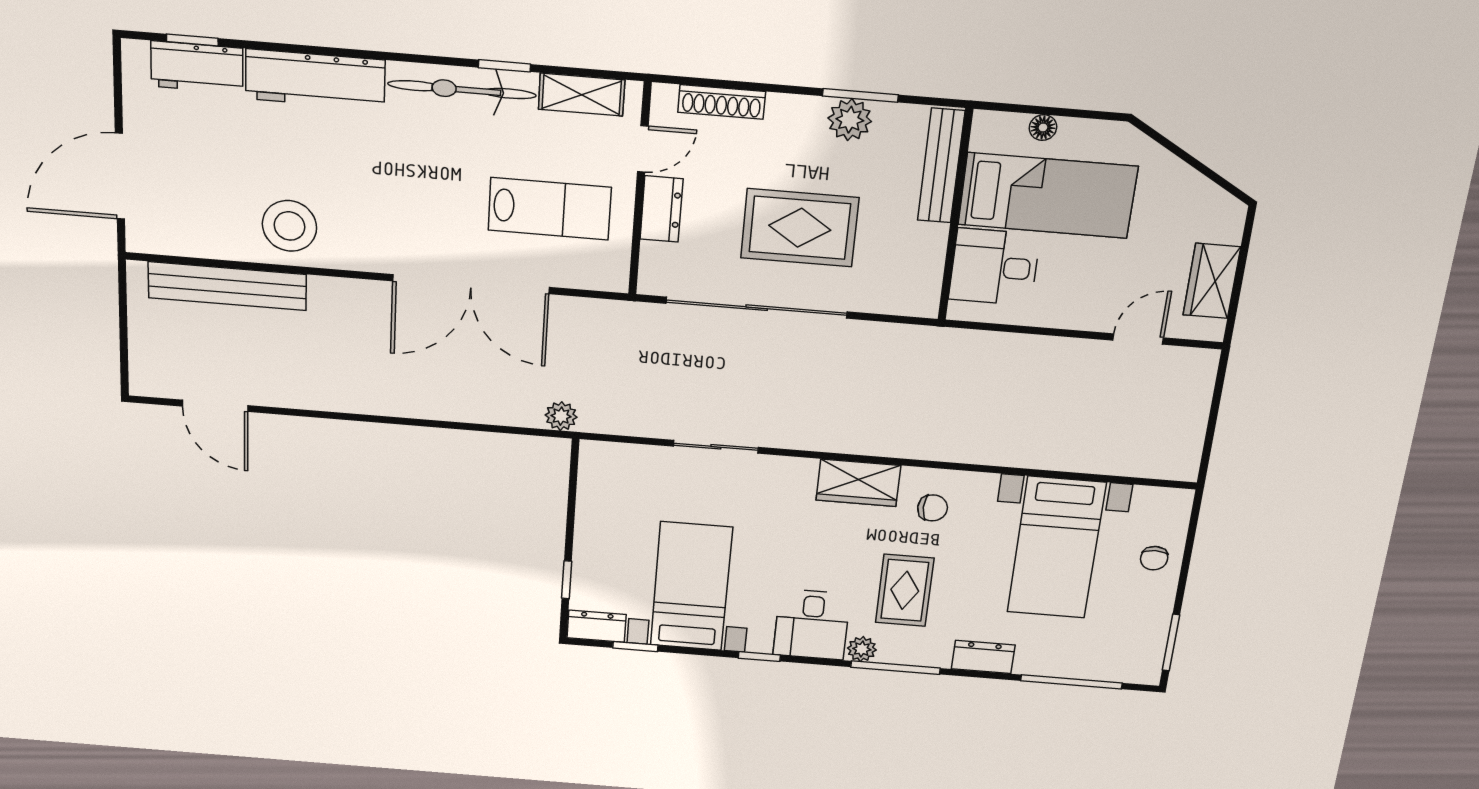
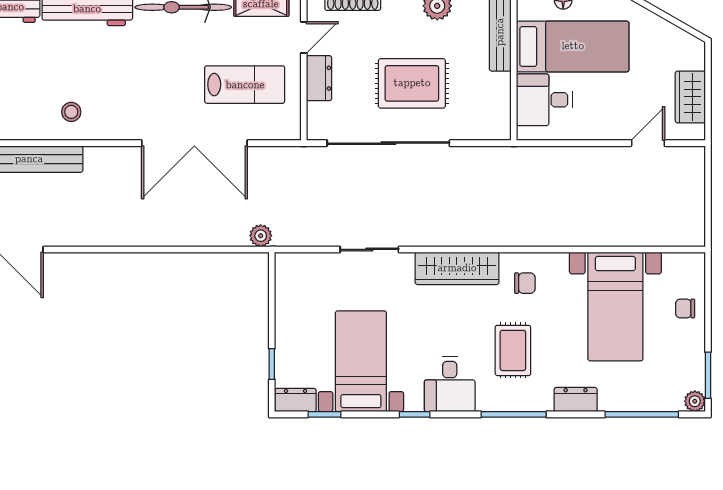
stool: (289, 226) -> (71, 112), width x0.53, depth x0.53
wardrobe: (858, 483) -> (457, 268), width x1.50
chair: (1154, 558) -> (685, 309), turned 90
plant: (862, 649) -> (695, 401), moved

